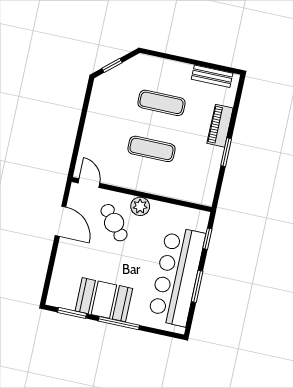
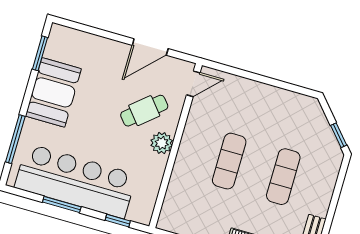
window: (112, 65) -> (339, 135), moved
window: (119, 323) -> (15, 139), moved

